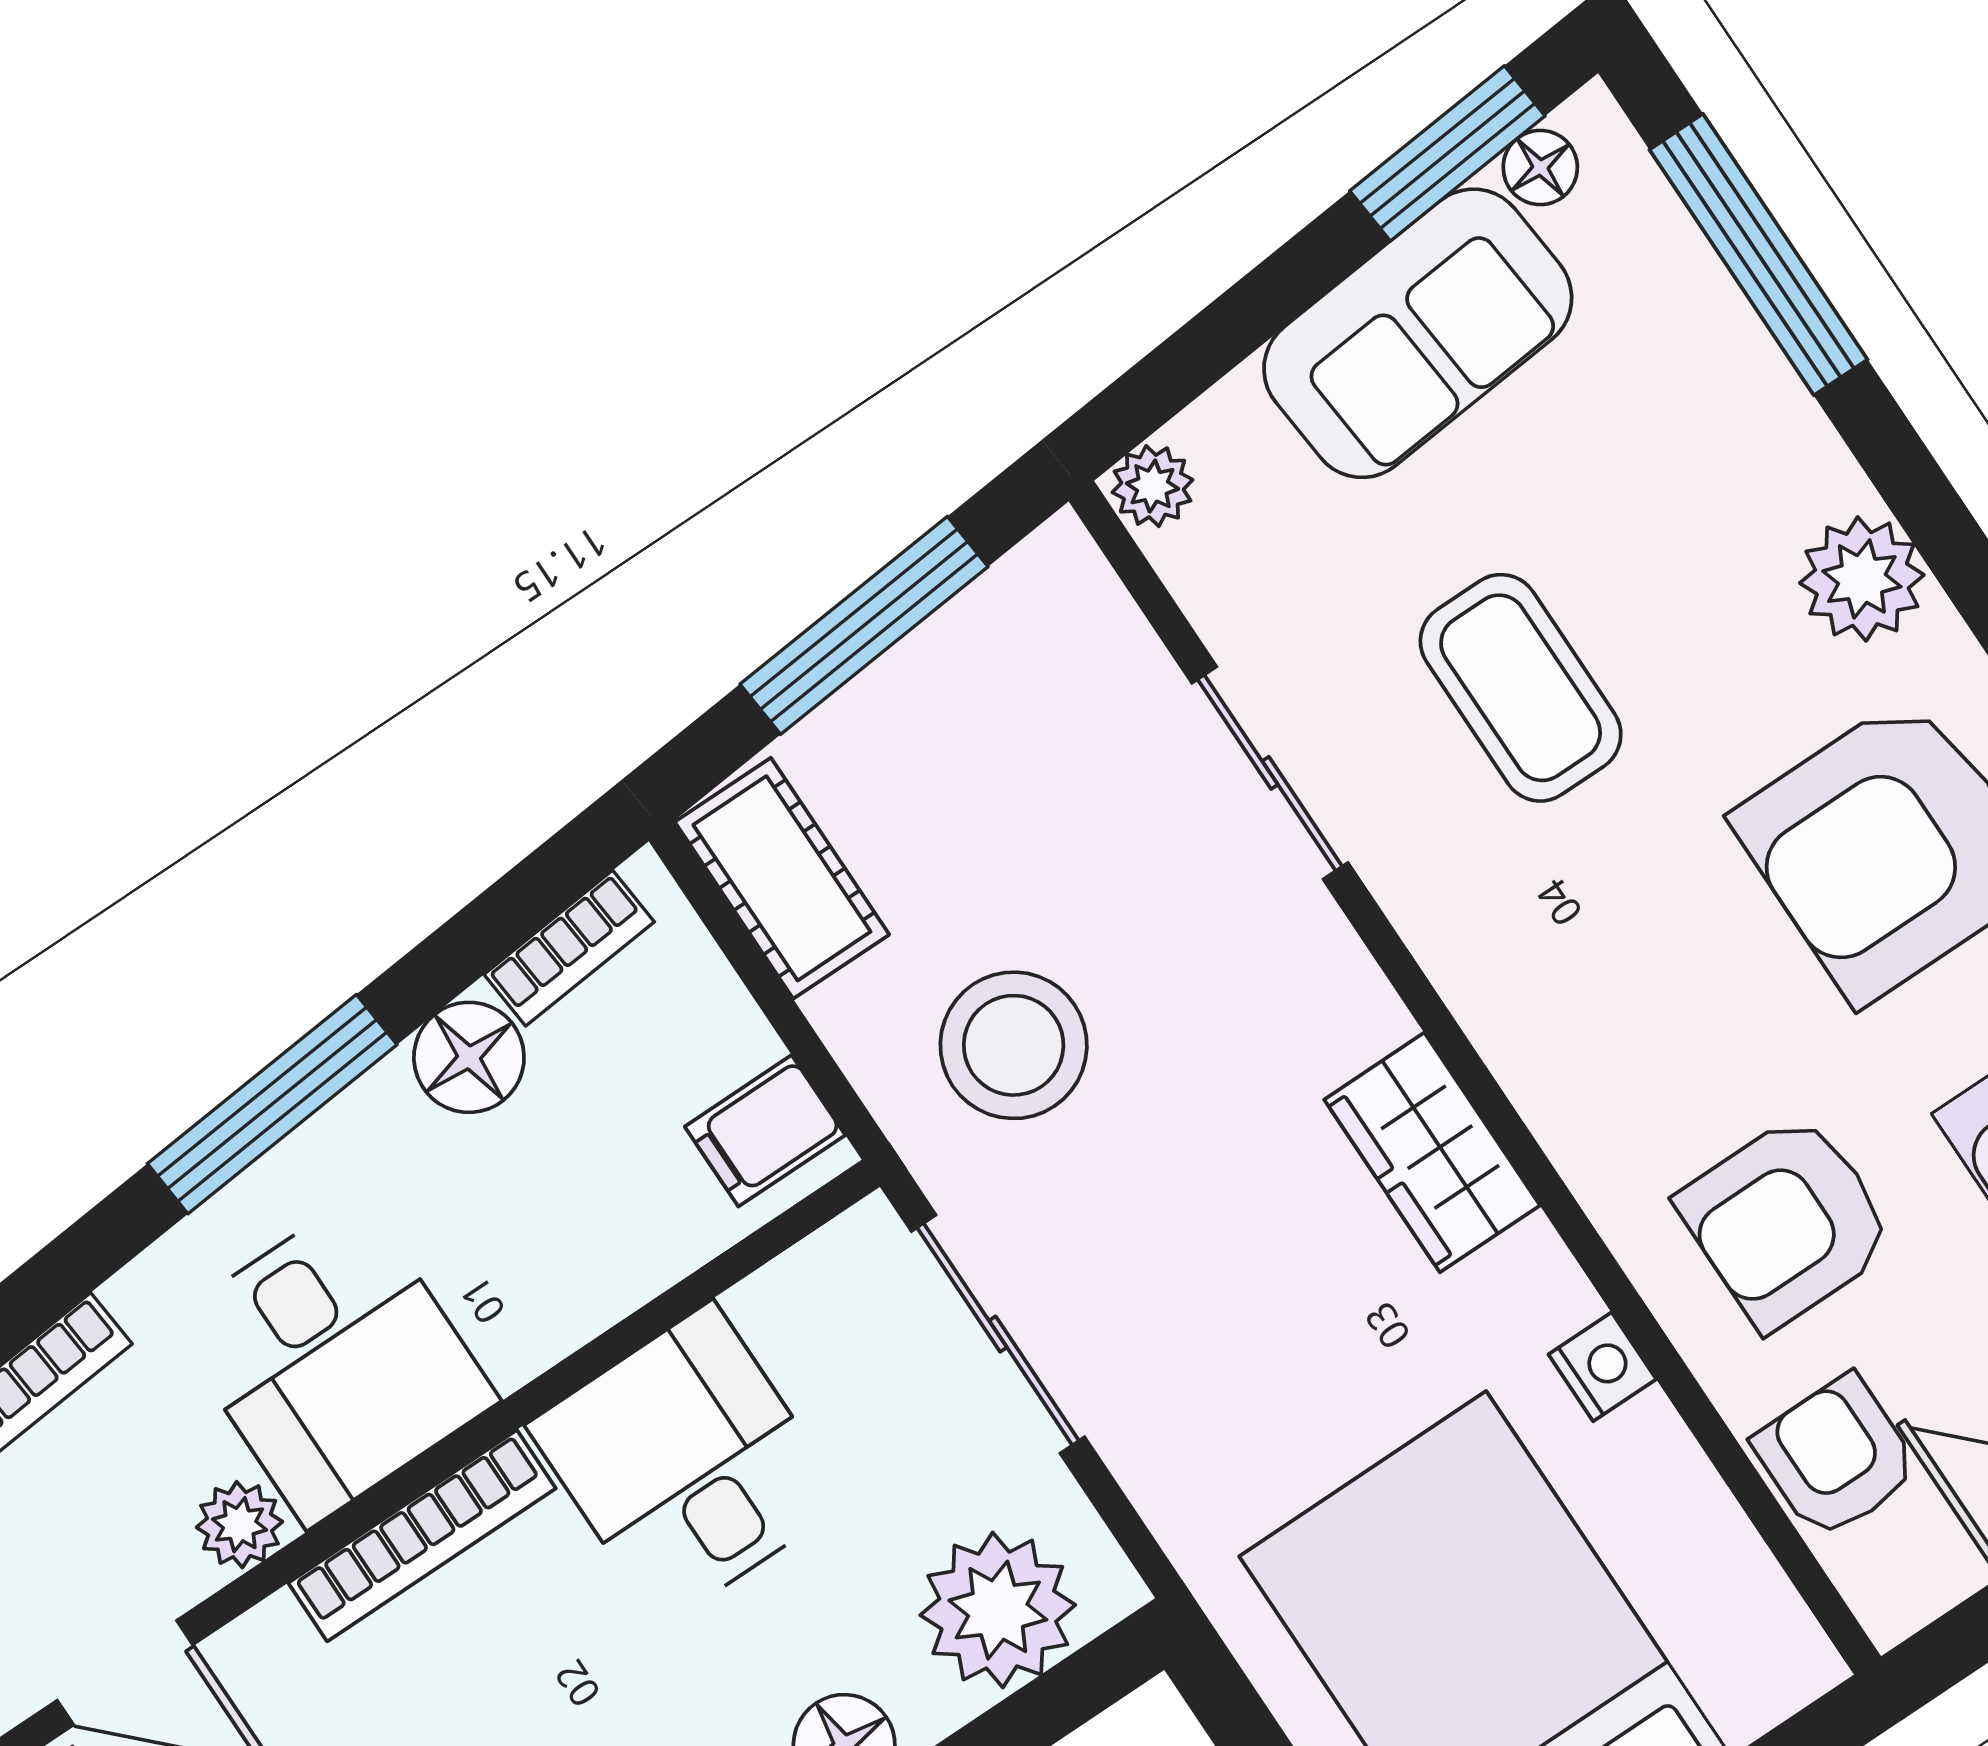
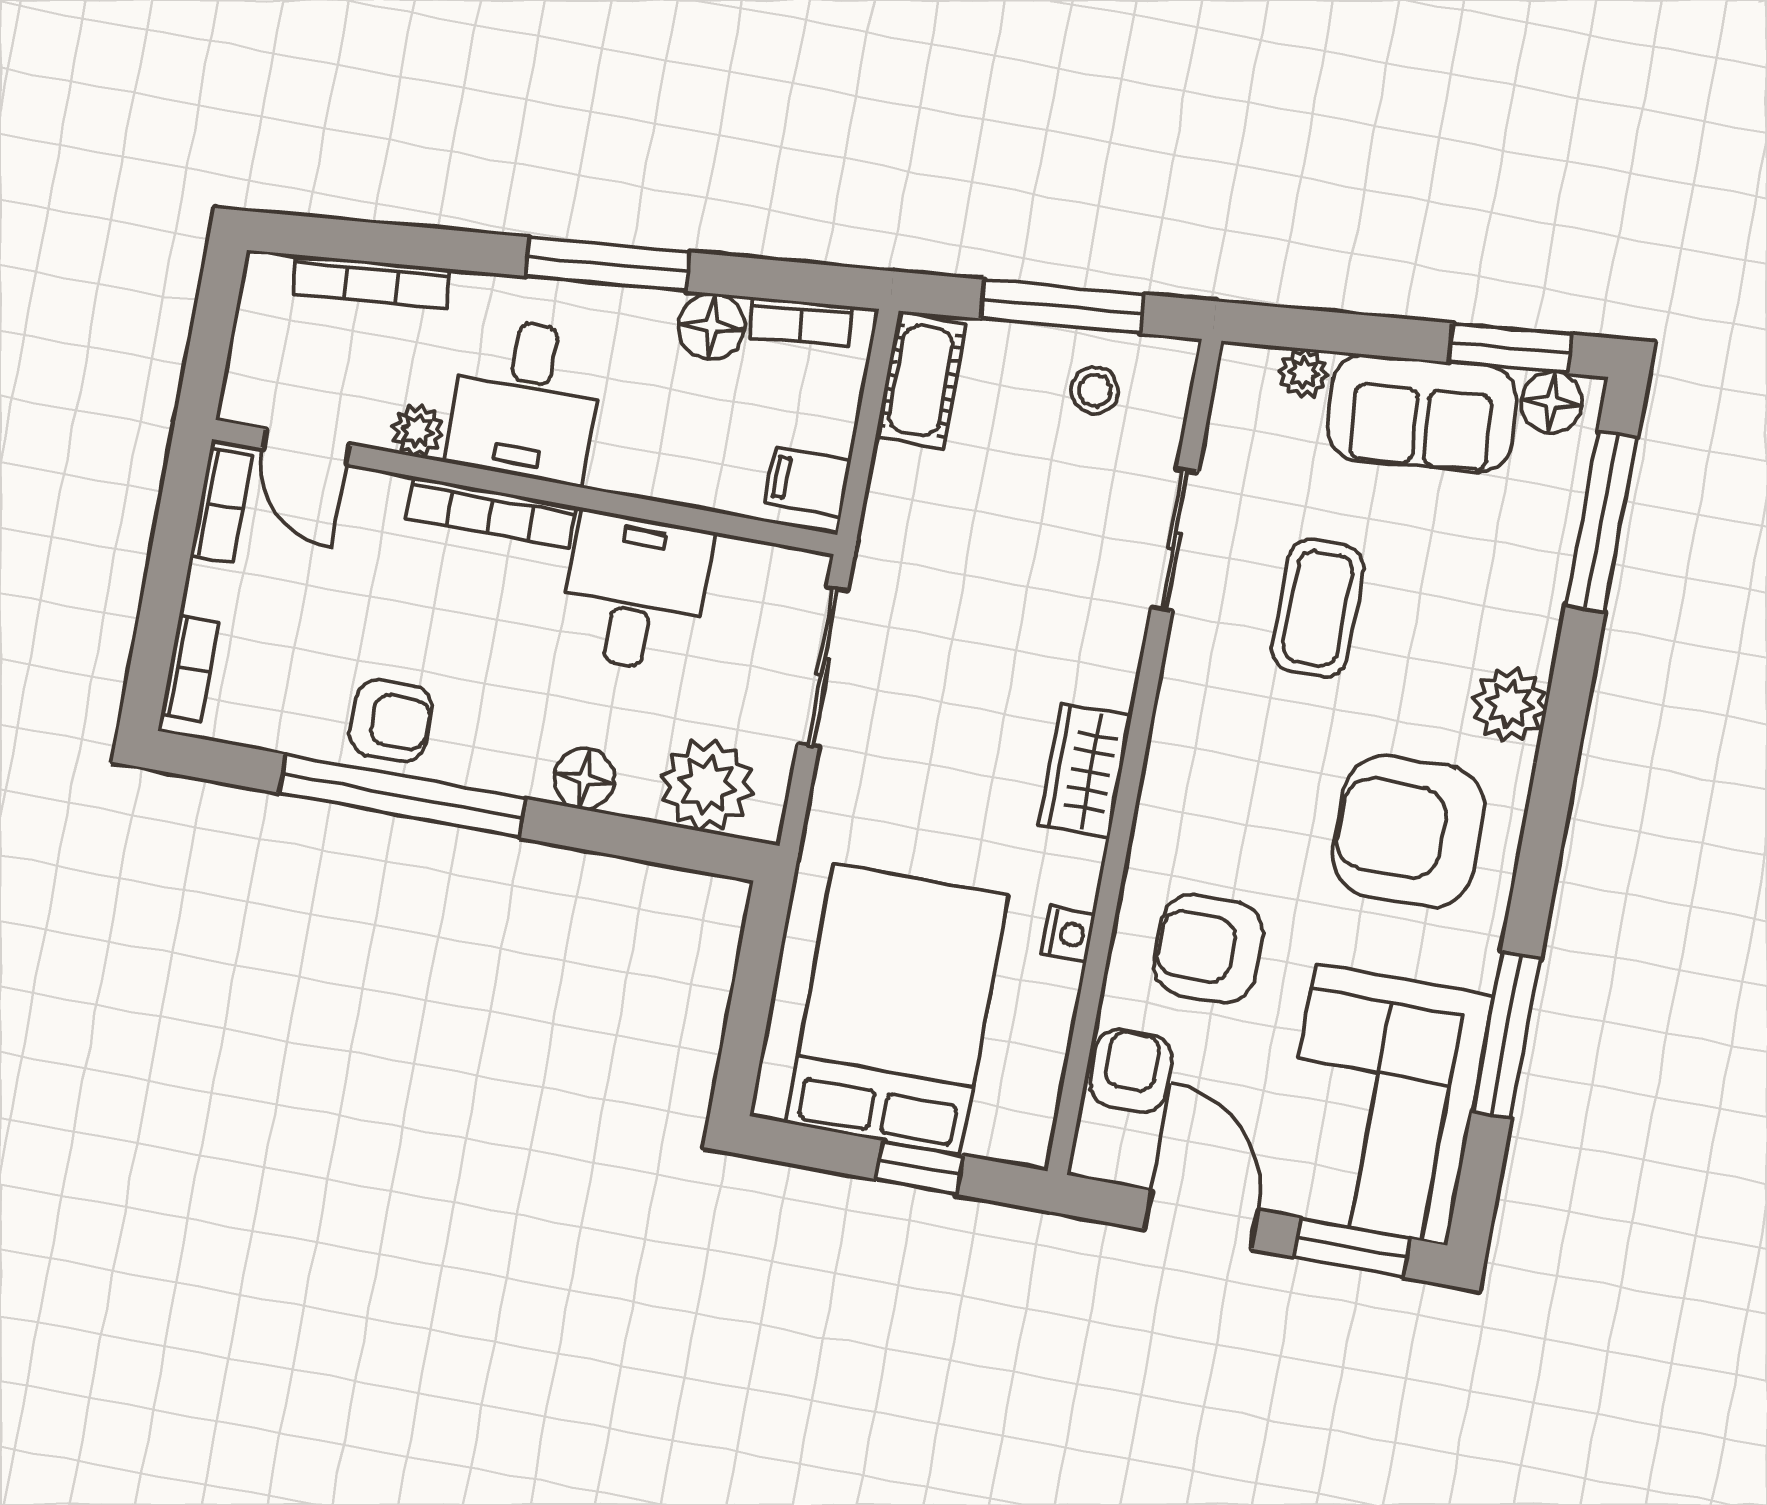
floor lamp: (1540, 167) -> (1552, 402), width x1.37, depth x1.37
plant: (1152, 486) -> (1303, 373), moved
stool: (1014, 1045) -> (1095, 391), moved, width x0.53, depth x0.53

